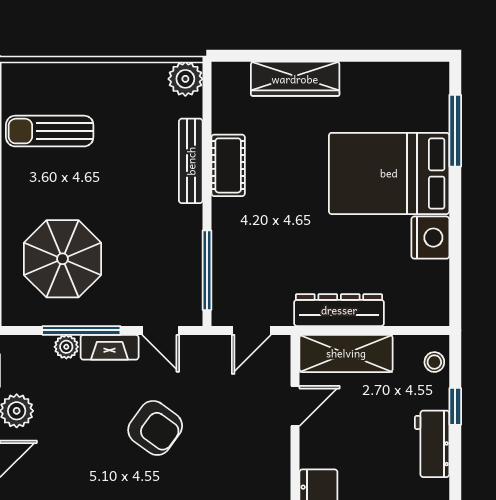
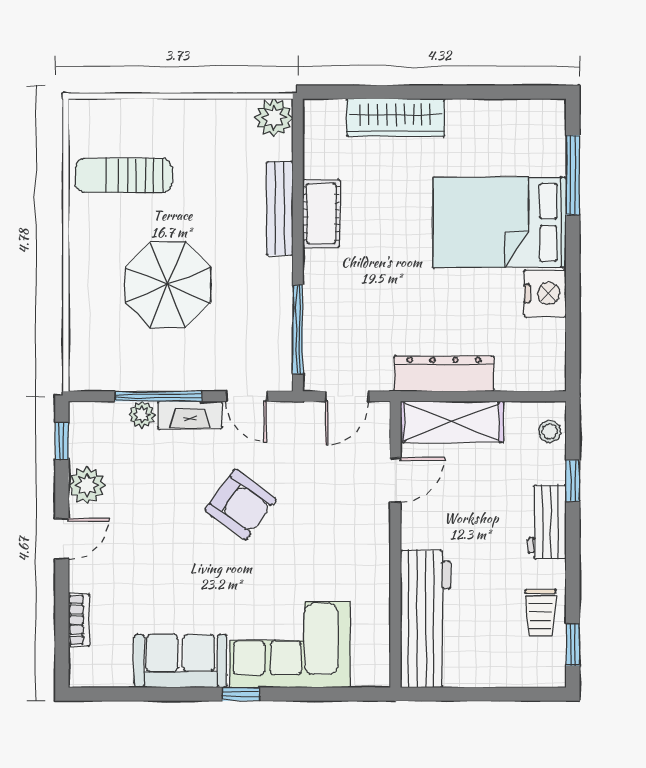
parasol: (62, 259) -> (168, 285), moved

